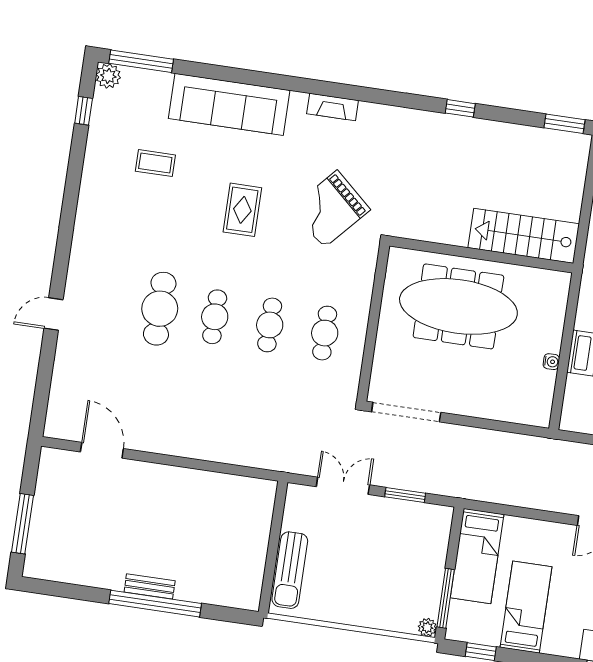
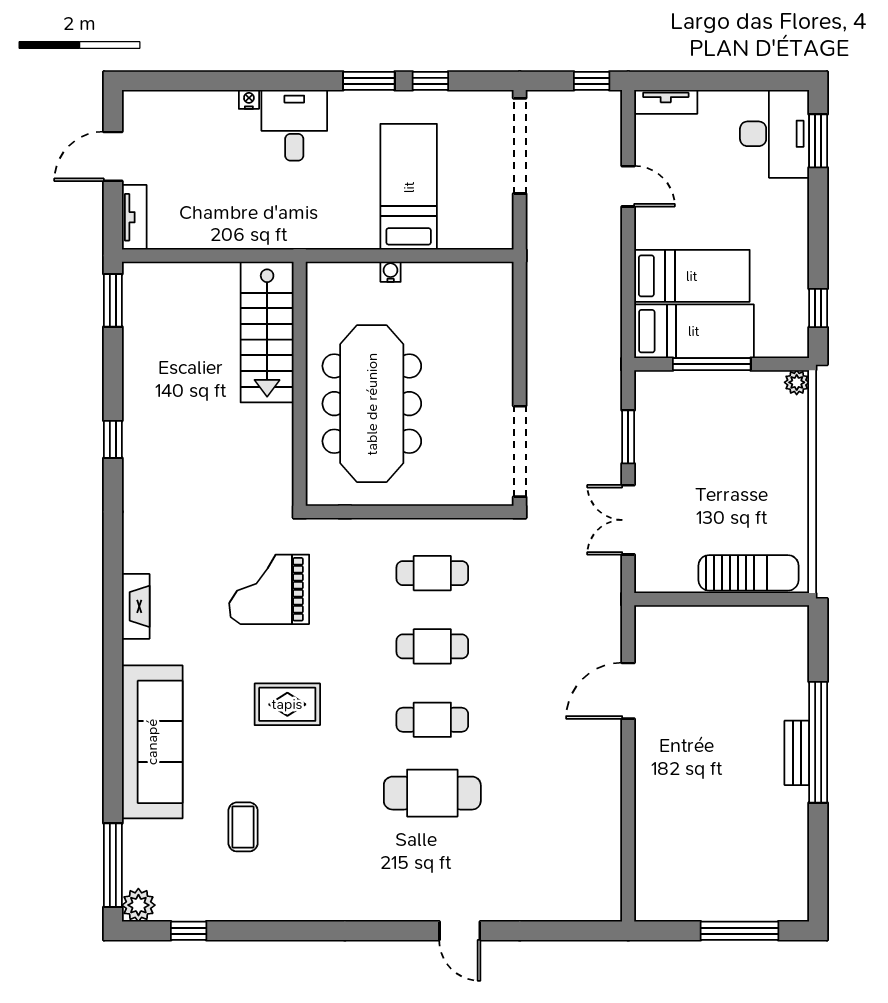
grand piano: (331, 209) -> (269, 589), turned 138
water cooler: (551, 362) -> (391, 272), moved
door: (102, 450) -> (628, 691), moved
window: (446, 598) -> (712, 364), moved
bed: (526, 607) -> (692, 276), moved, turned 180

